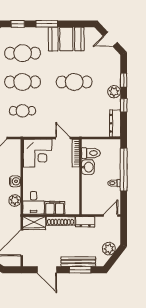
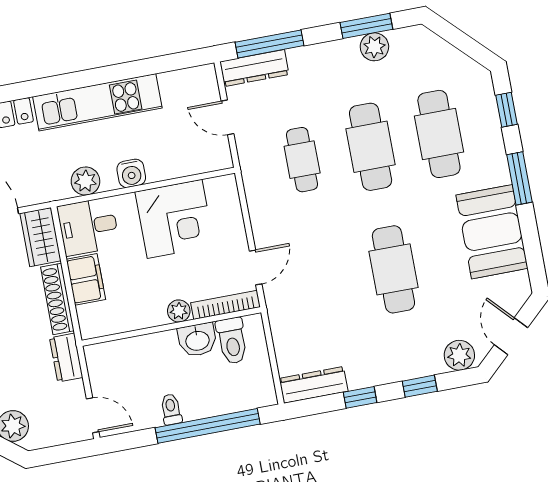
plant: (114, 92) -> (459, 355), moved
corner desk: (38, 153) -> (175, 219), moved, turned -90
plant: (75, 172) -> (179, 311), added

